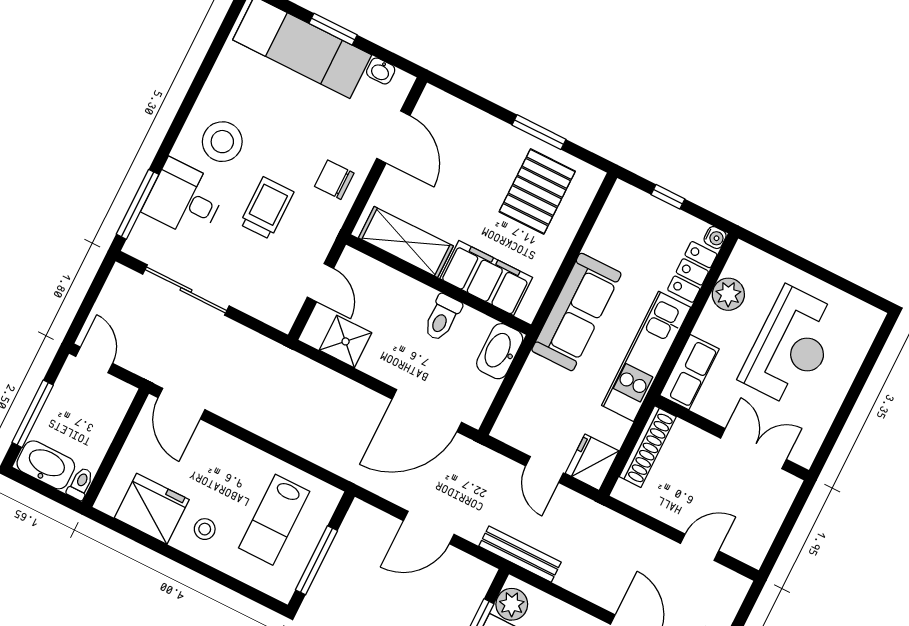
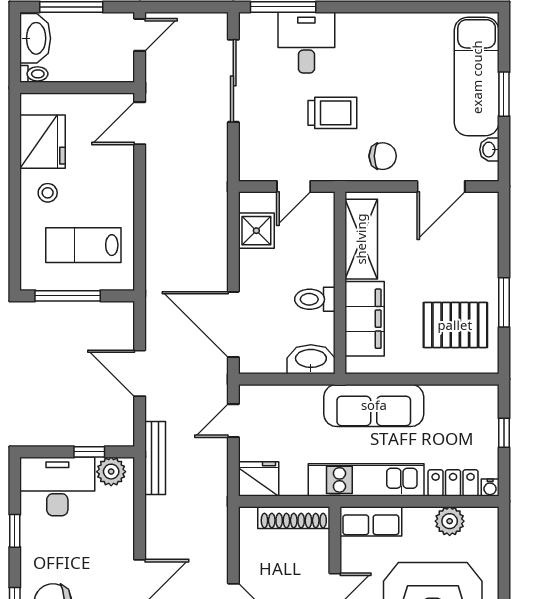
stool: (222, 142) -> (368, 50), removed
chair: (334, 180) -> (383, 156), turned 90
door: (545, 470) -> (233, 421), moved

